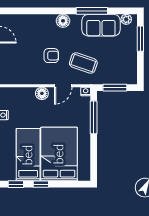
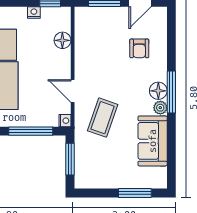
window: (92, 11) -> (171, 92), moved
plant: (126, 19) -> (160, 108), moved
armchair: (51, 56) -> (139, 48), moved
floor lamp: (42, 93) -> (62, 40), moved

